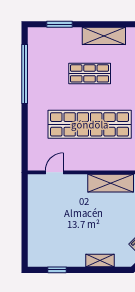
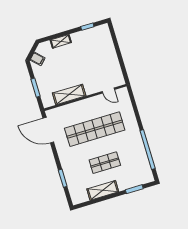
door: (54, 172) -> (108, 91), hinge flipped

